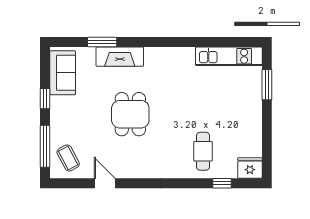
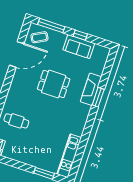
window: (102, 42) -> (98, 97), moved
sofa: (63, 73) -> (79, 47), moved
door: (105, 183) -> (17, 54), width x1.87

